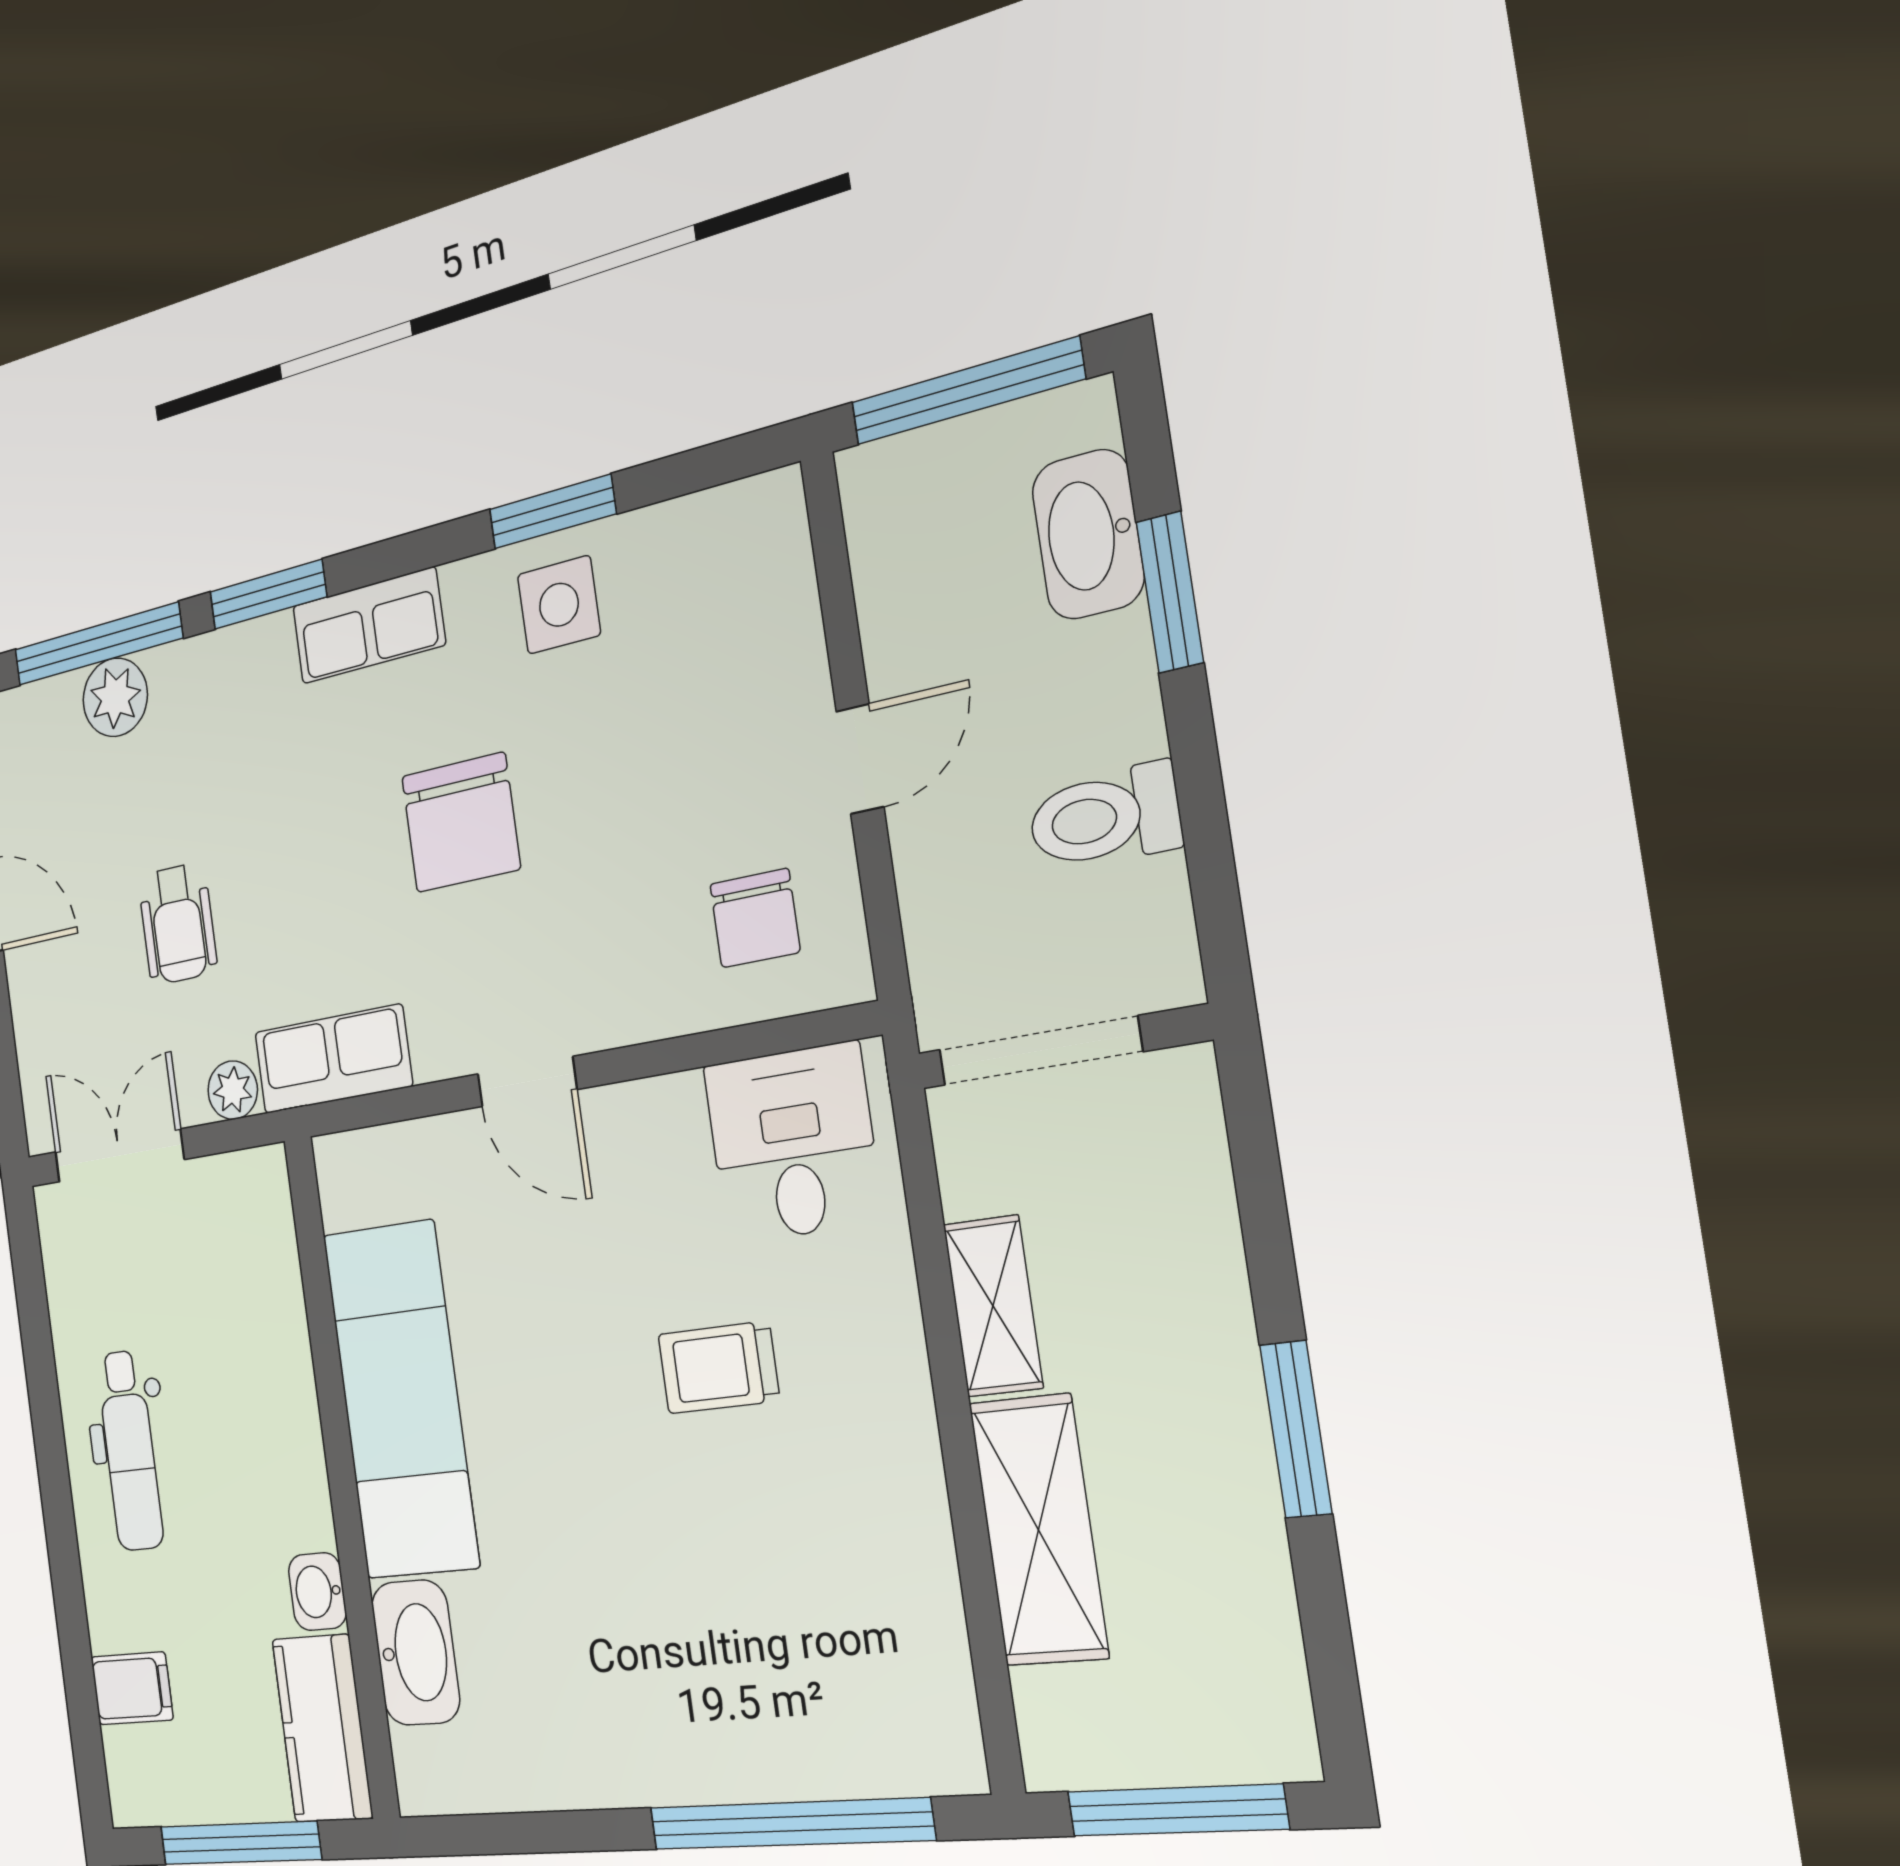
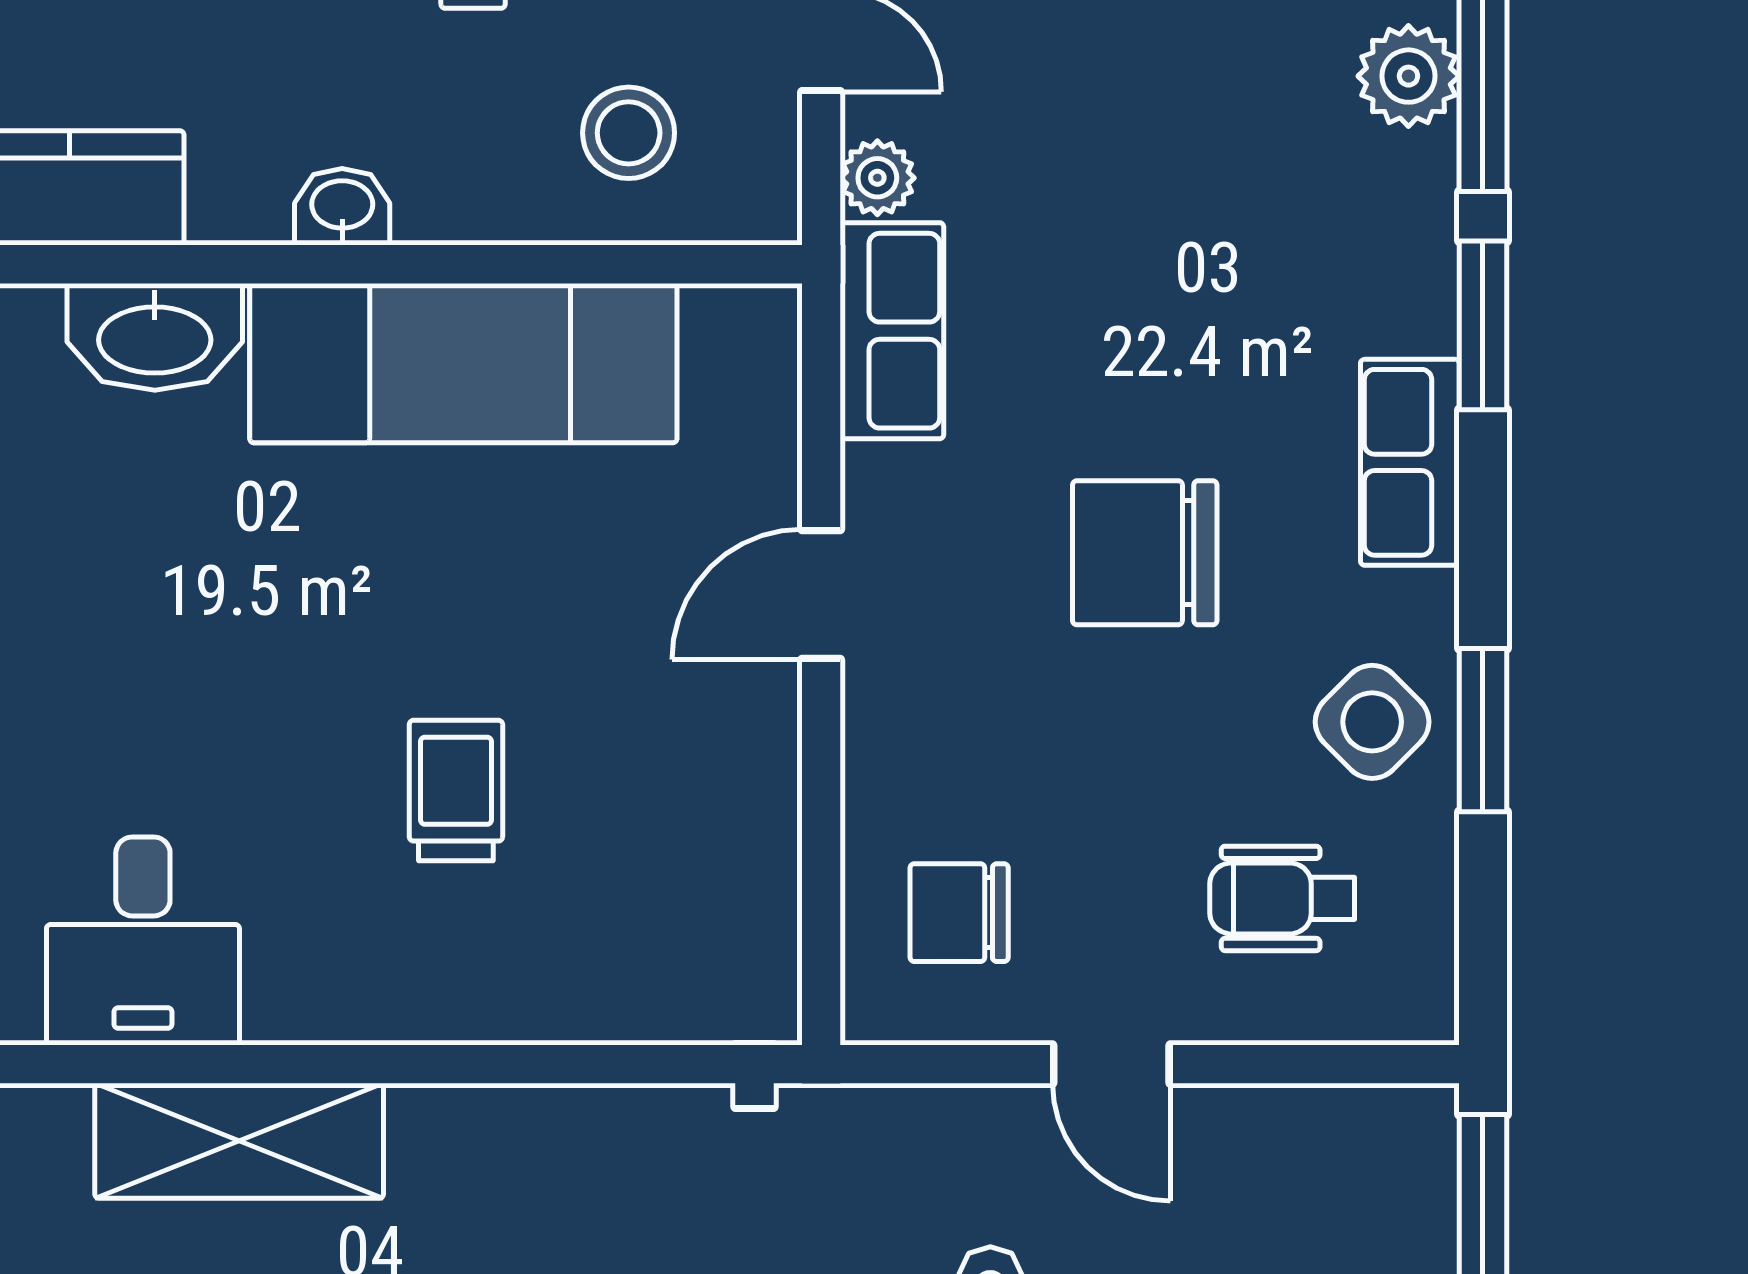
side table: (559, 605) -> (1372, 722), turned 45
wheelchair: (178, 924) -> (1282, 898), moved
desk: (793, 1143) -> (143, 941), moved, turned 90
stool: (229, 1289) -> (629, 133), added
shelving: (993, 1306) -> (487, 1126), removed
washbasin: (317, 1592) -> (342, 207), moved

